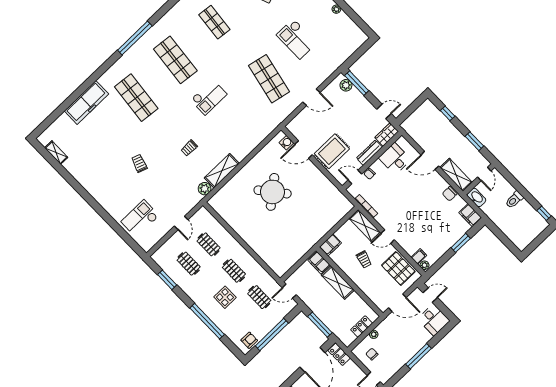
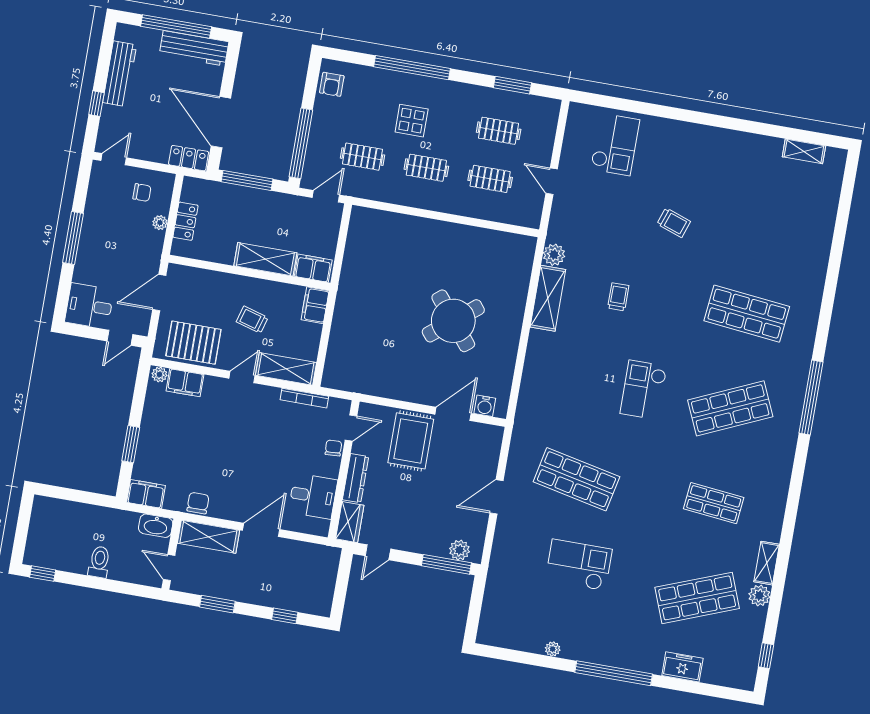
shop shelf: (175, 60) -> (730, 408), turned -30
freezer: (86, 102) -> (813, 255), removed
filing cabinet: (419, 256) -> (185, 383), width x2.00
window: (272, 334) -> (301, 143), moved

